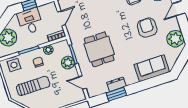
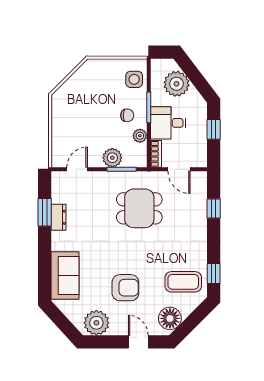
desk: (30, 21) -> (168, 123), moved, turned 180
dining table: (99, 49) -> (139, 208), moved
sun lounger: (33, 86) -> (95, 97), removed

